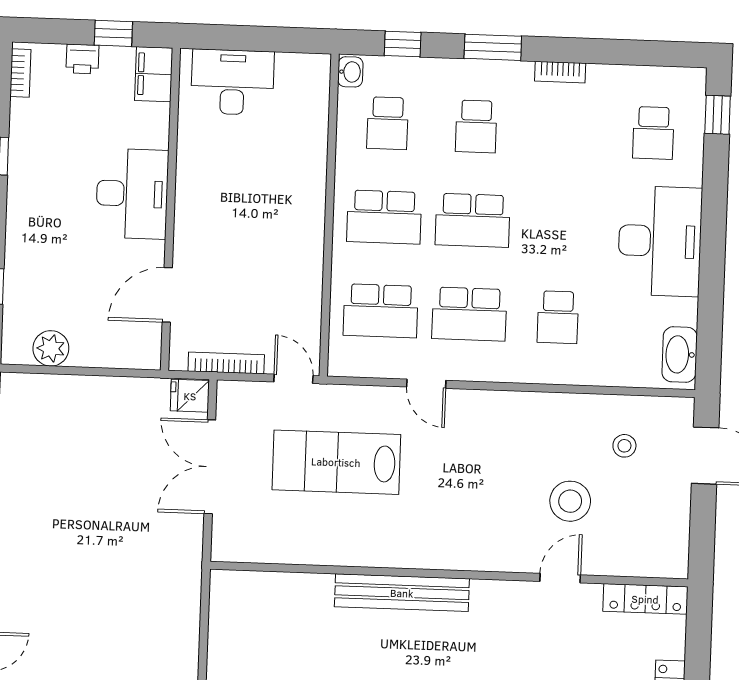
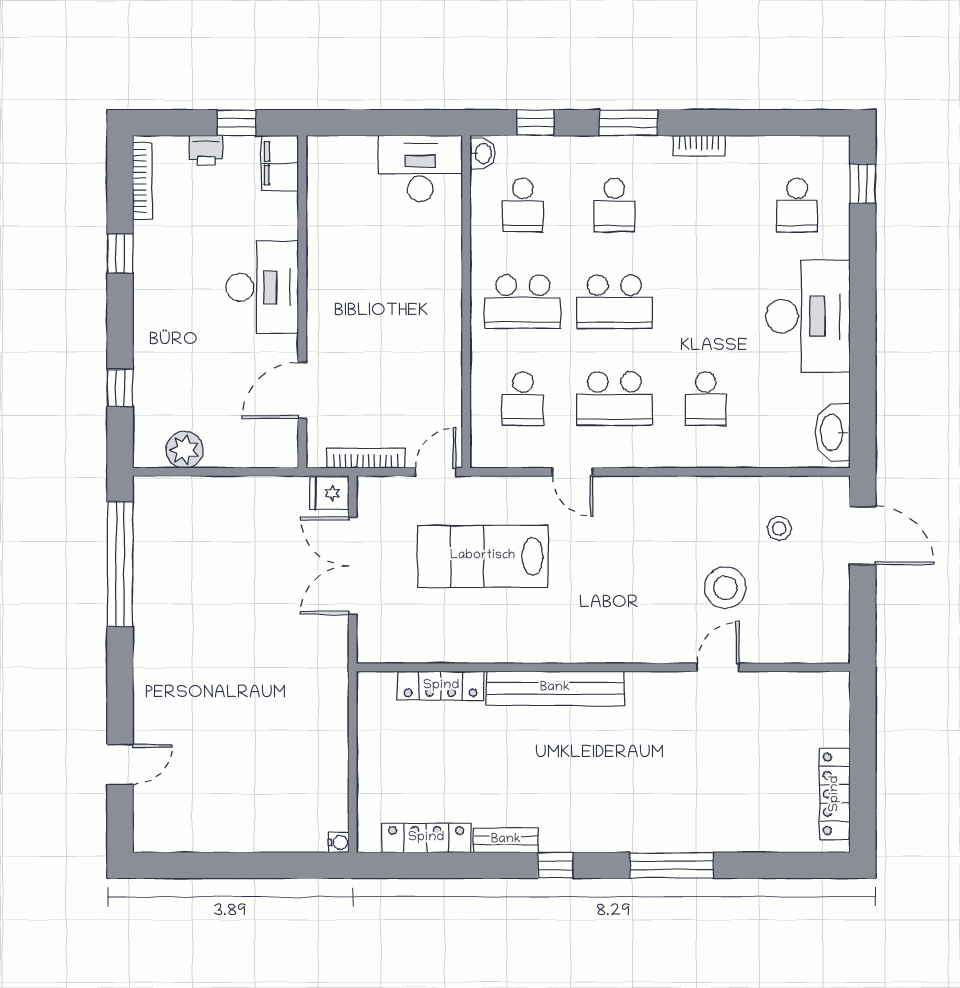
bookcase: (20, 73) -> (143, 181), width x1.56
desk: (232, 82) -> (420, 168), moved
school desk: (381, 311) -> (523, 399), width x0.54
door: (293, 379) -> (436, 472), hinge flipped
locker: (645, 599) -> (441, 686), moved

